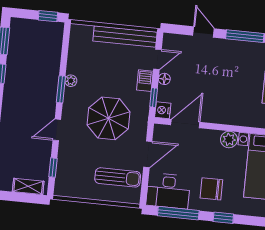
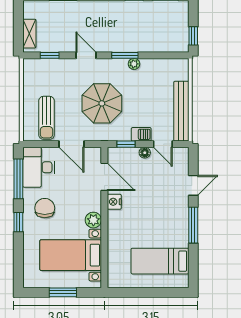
nightstand: (163, 110) -> (114, 202), moved, turned -90

